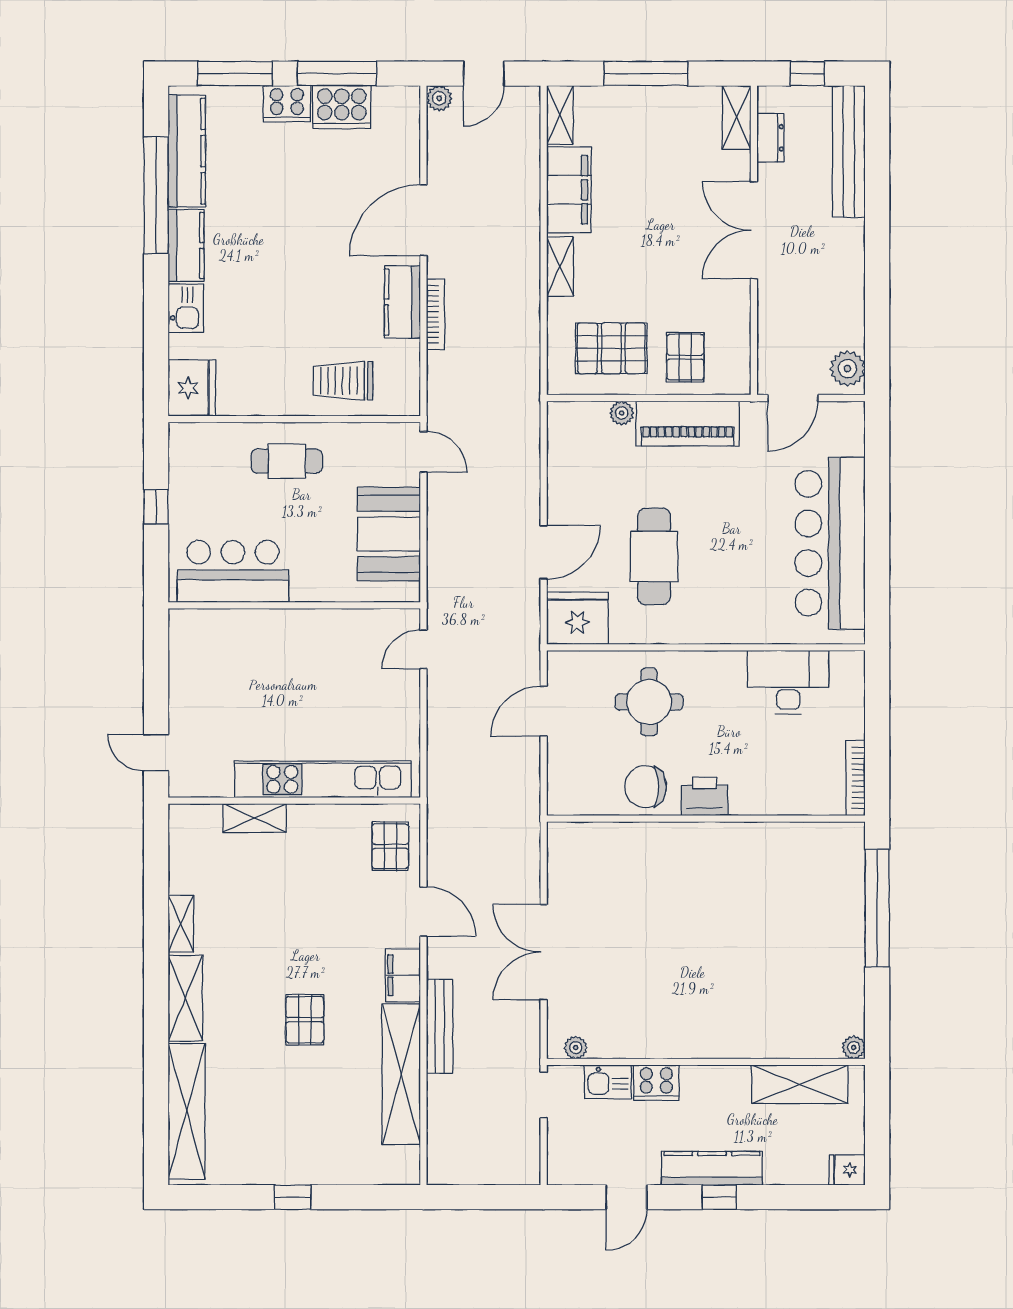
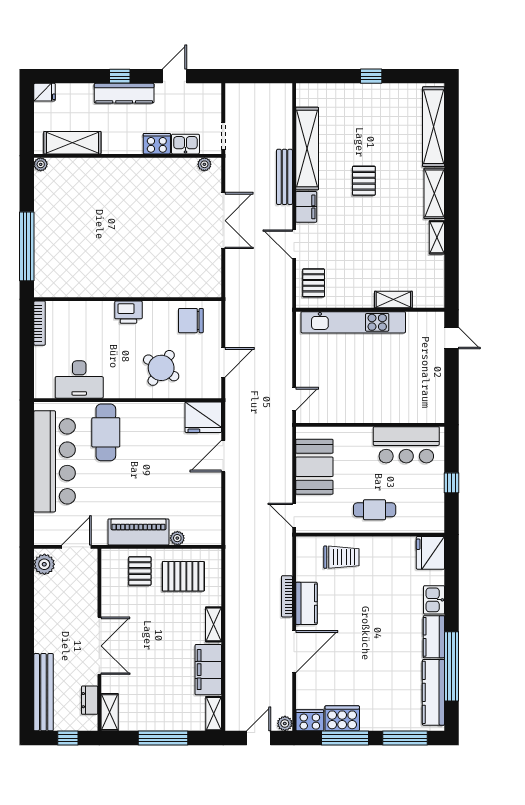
cooker: (287, 104) -> (310, 720), moved
cafe table: (654, 556) -> (106, 432), moved
round table: (649, 702) -> (161, 368), turned 33
chair: (646, 787) -> (191, 321), moved, turned 180

